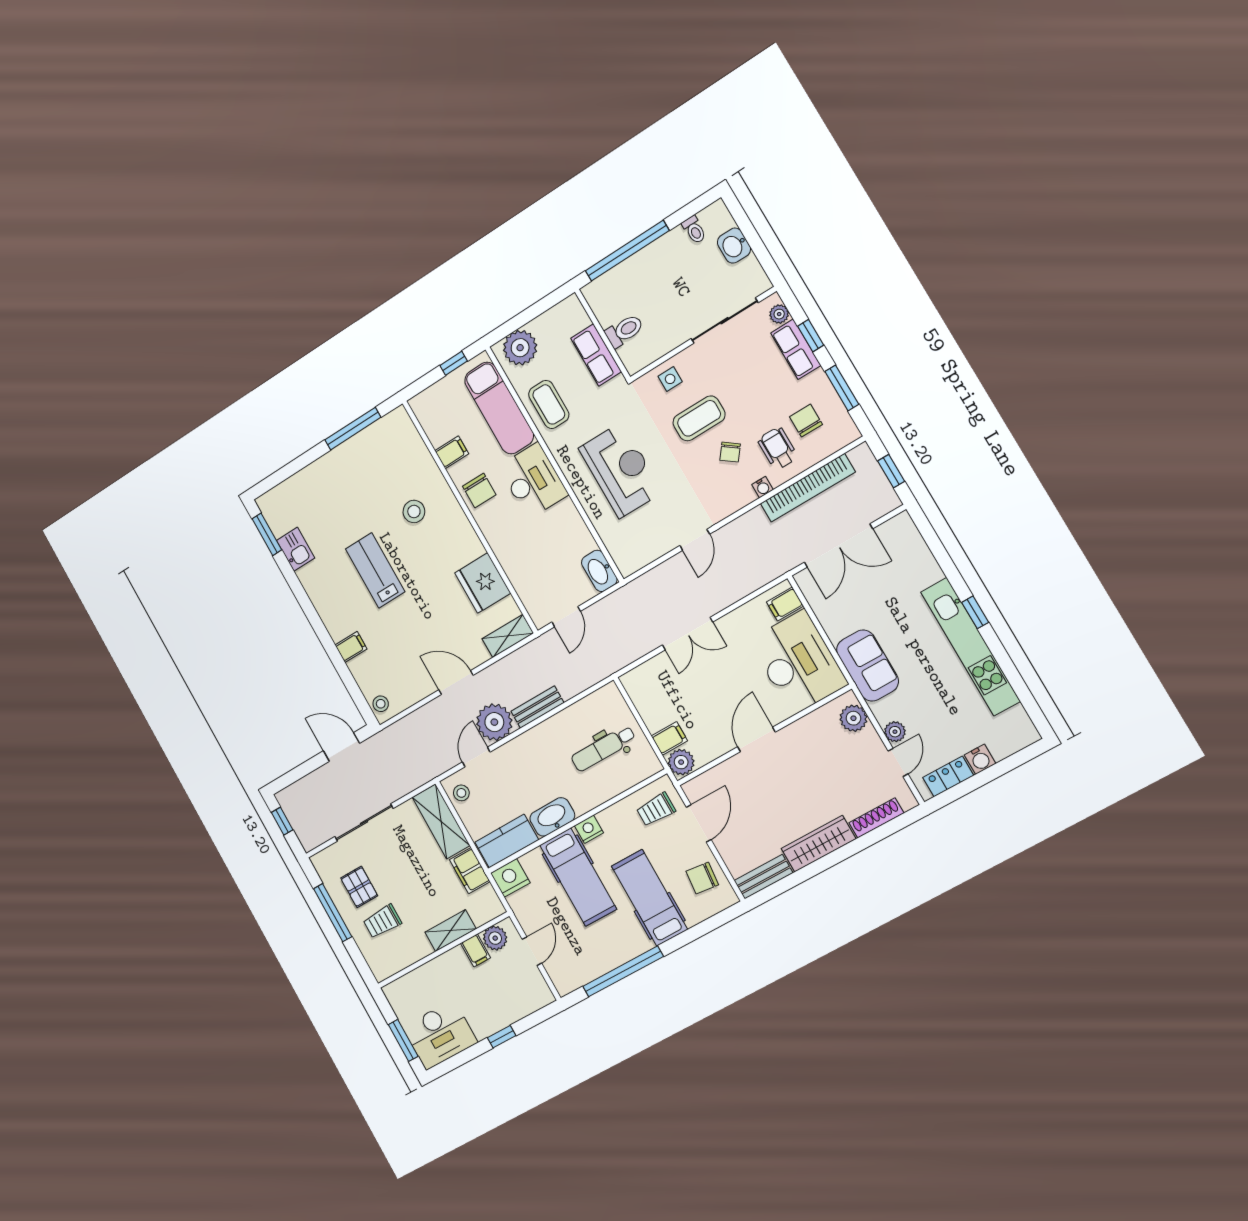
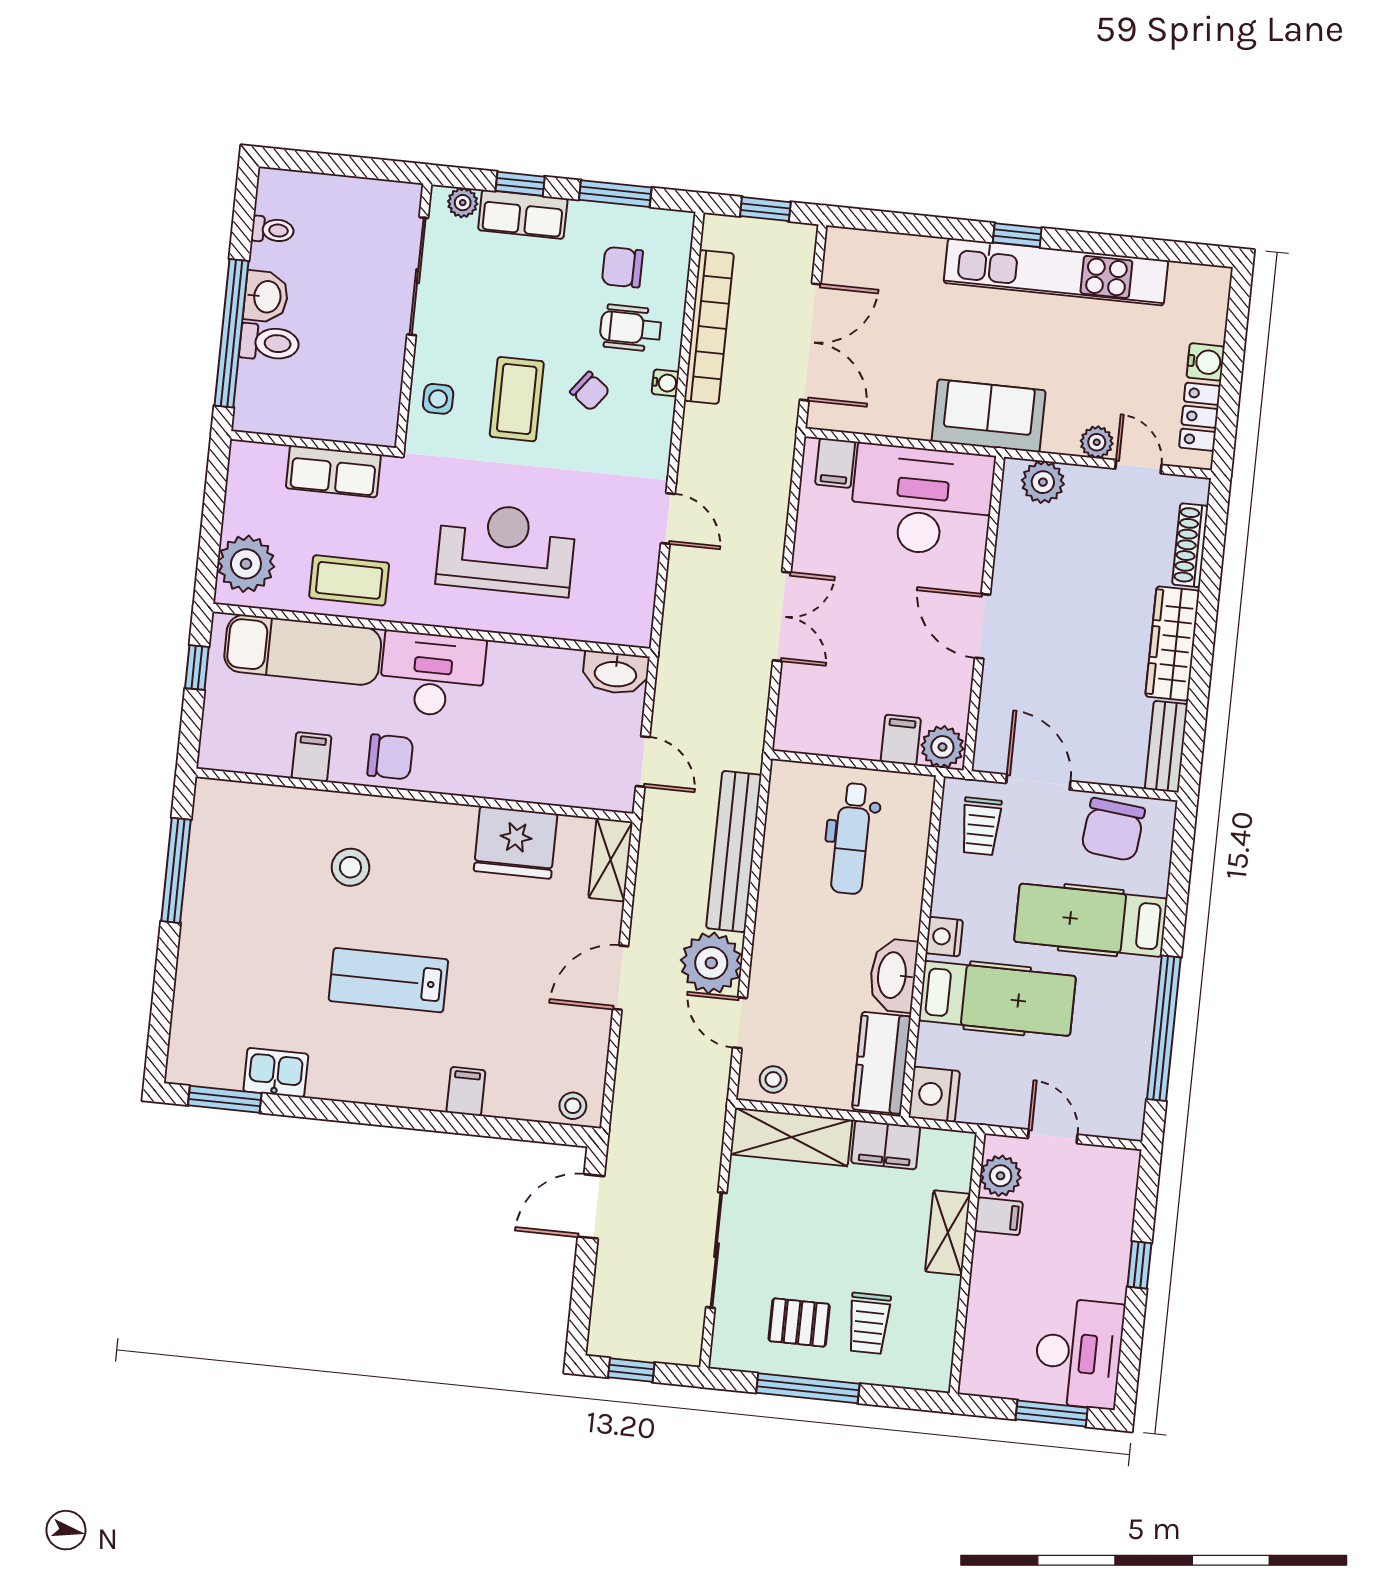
washbasin: (734, 246) -> (266, 297), moved, turned -90
toilet: (624, 331) -> (269, 343), moved, turned 90
bench: (537, 707) -> (734, 852), width x1.86, depth x1.21
chair: (702, 878) -> (1113, 830), width x1.37, depth x1.37

